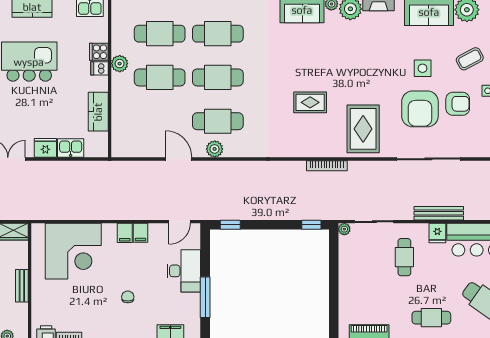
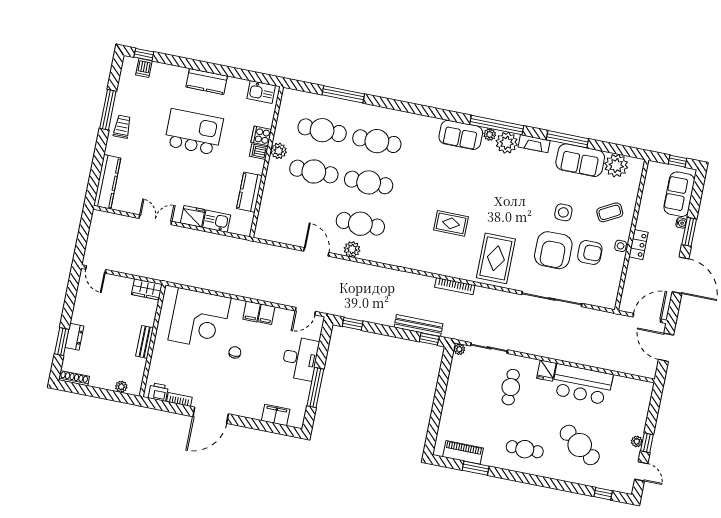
bench: (439, 213) -> (419, 326), moved
chair: (128, 297) -> (235, 352), moved

